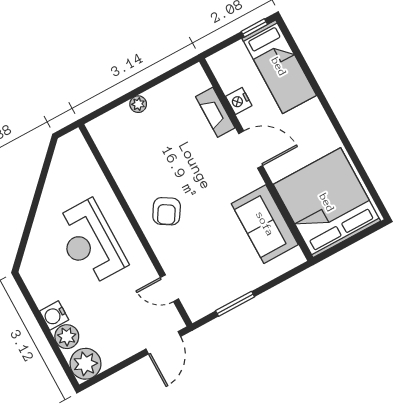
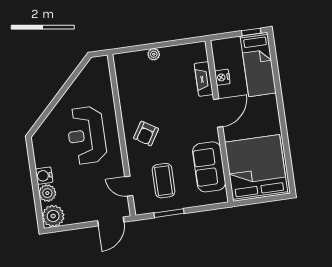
door: (251, 150) -> (218, 113), hinge flipped
coffee table: (212, 264) -> (164, 181), added

